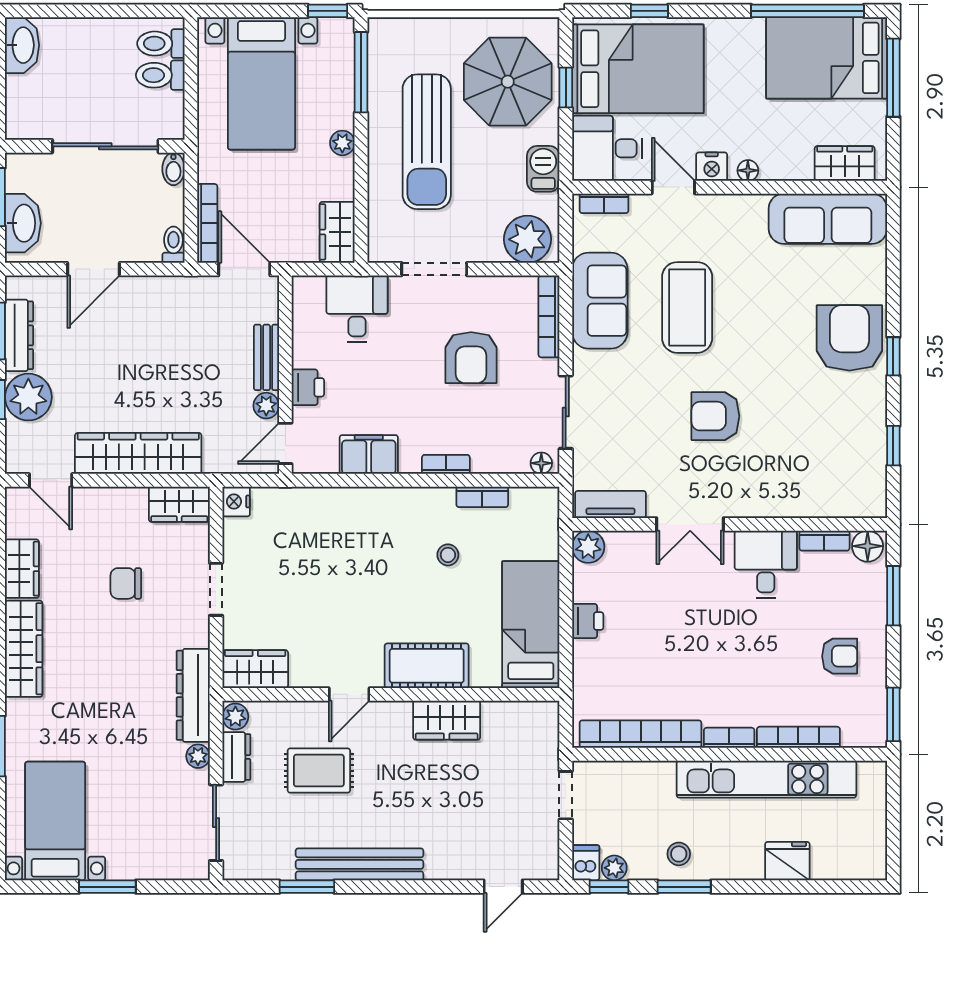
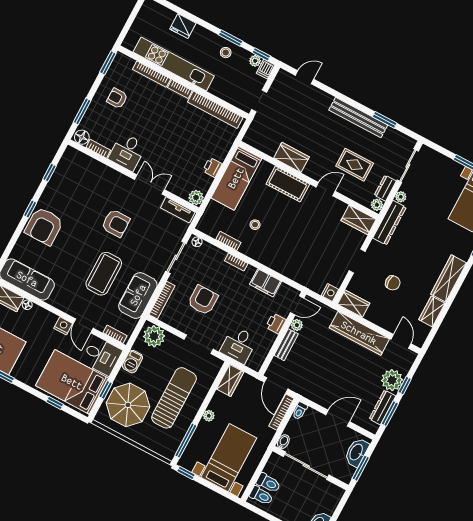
floor lamp: (748, 170) -> (27, 305), moved

